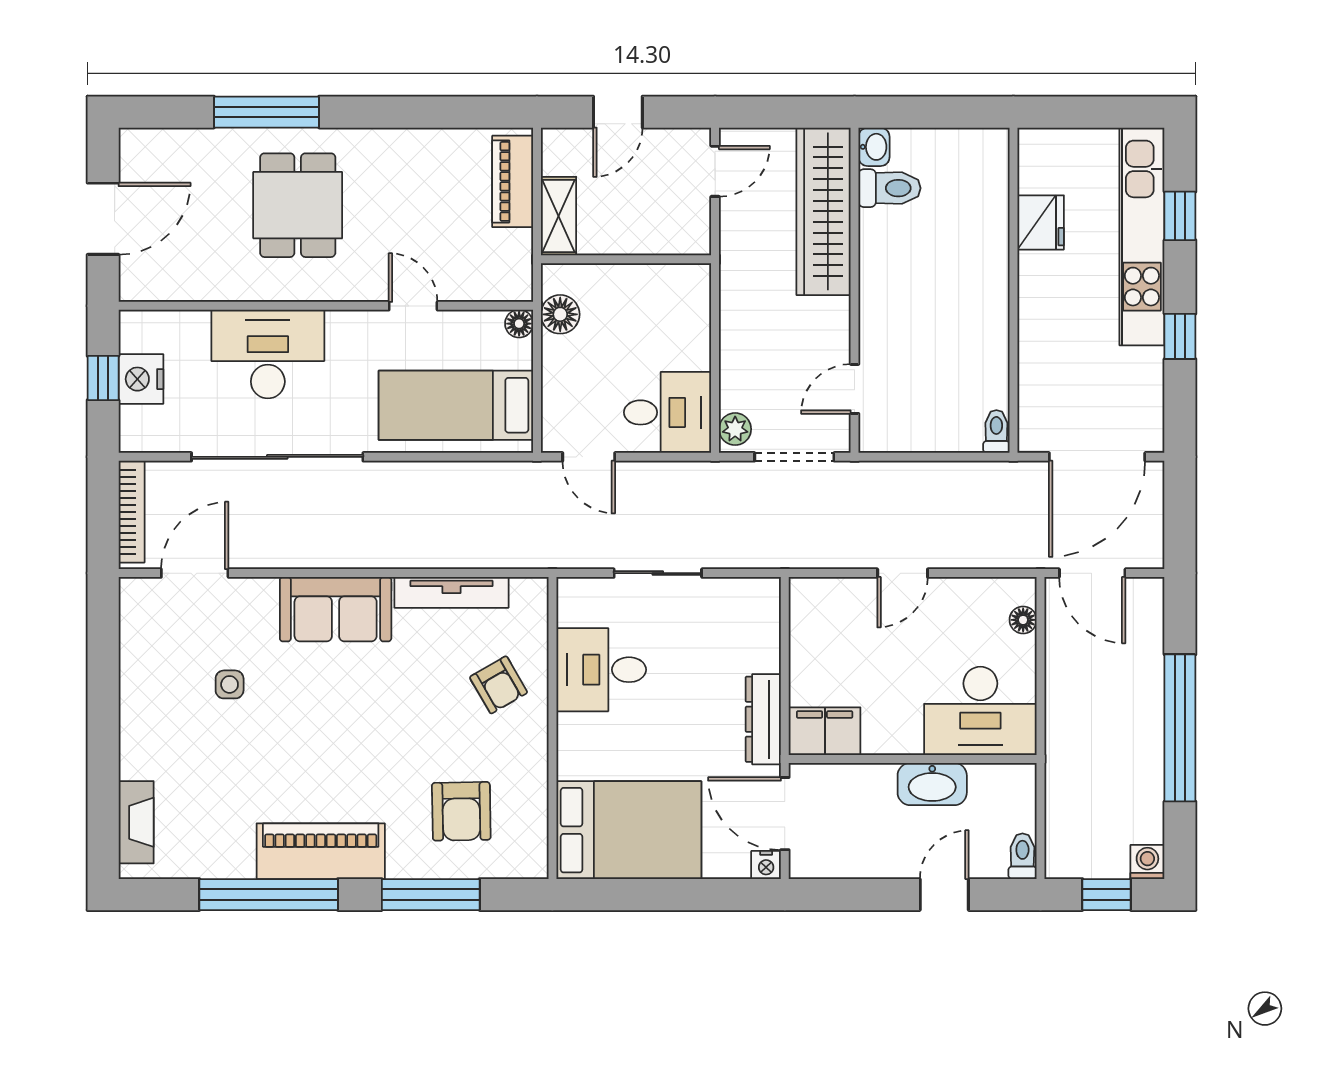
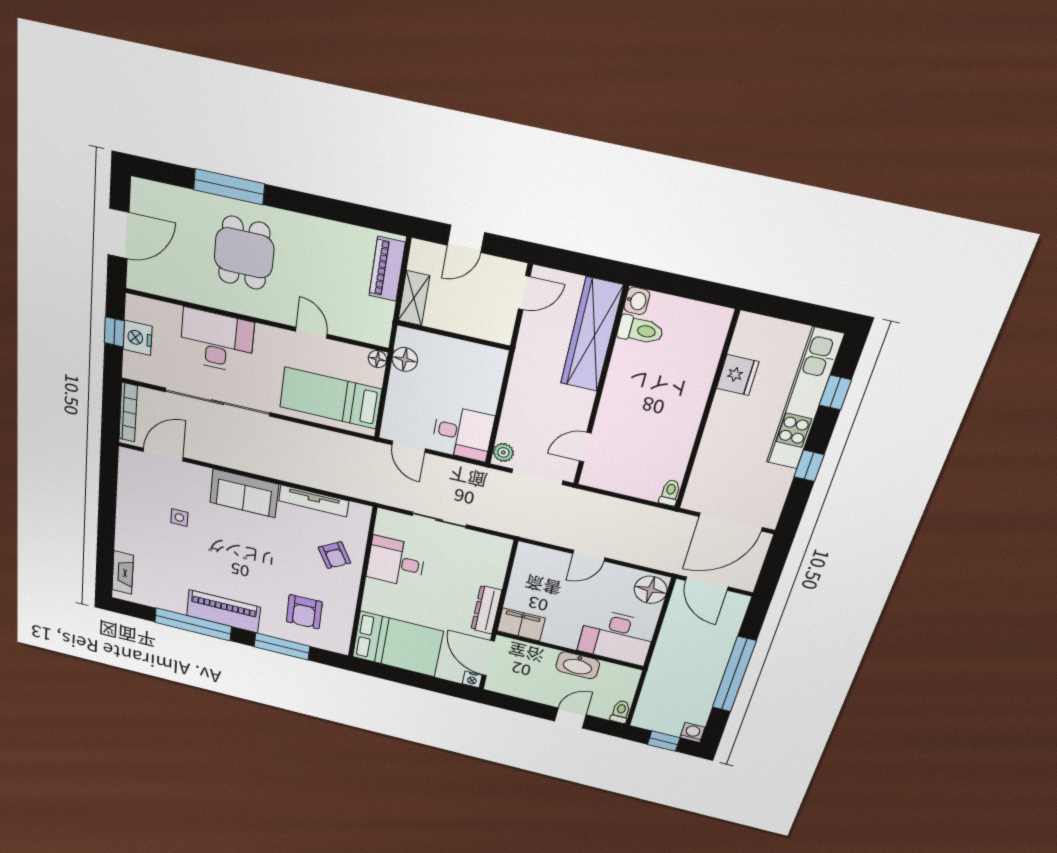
floor lamp: (1023, 620) -> (651, 590), width x1.89, depth x1.89

